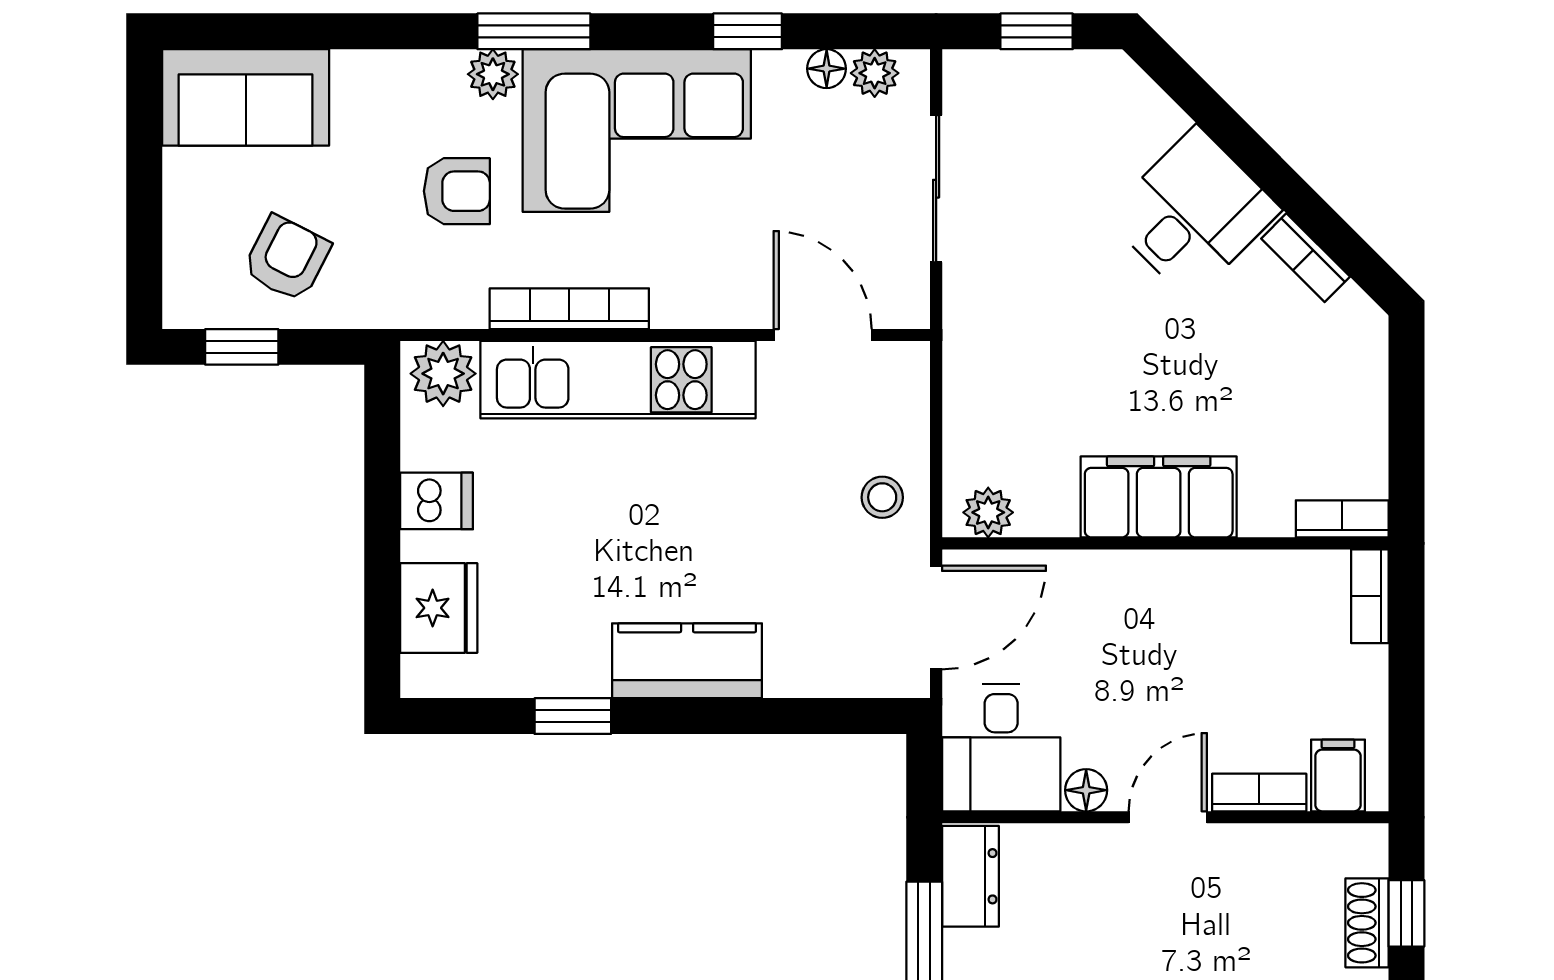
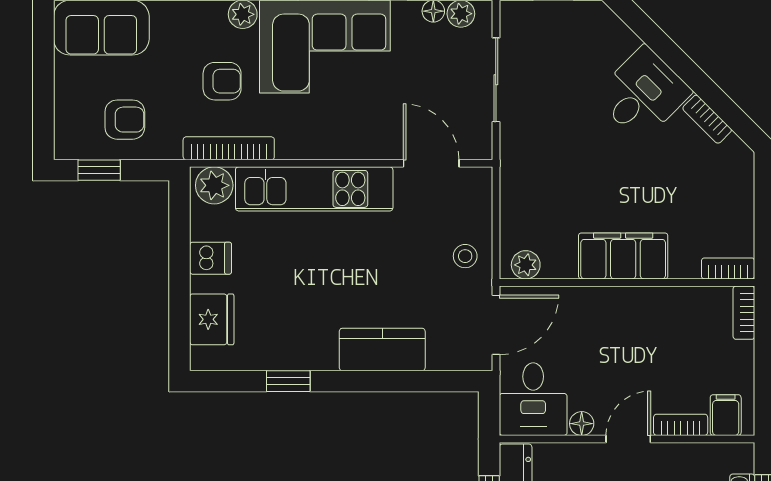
armchair: (287, 258) -> (125, 120), turned 63
bookcase: (569, 309) -> (229, 148), moved
kitchen counter: (687, 661) -> (382, 350), moved

